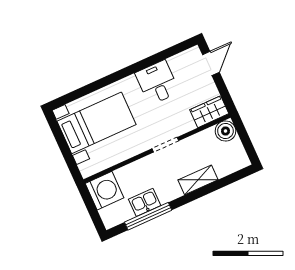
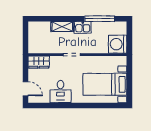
door: (211, 63) -> (25, 89), swing flipped
boiler: (225, 131) -> (34, 47), removed
kitchen sink: (145, 202) -> (83, 27), moved

